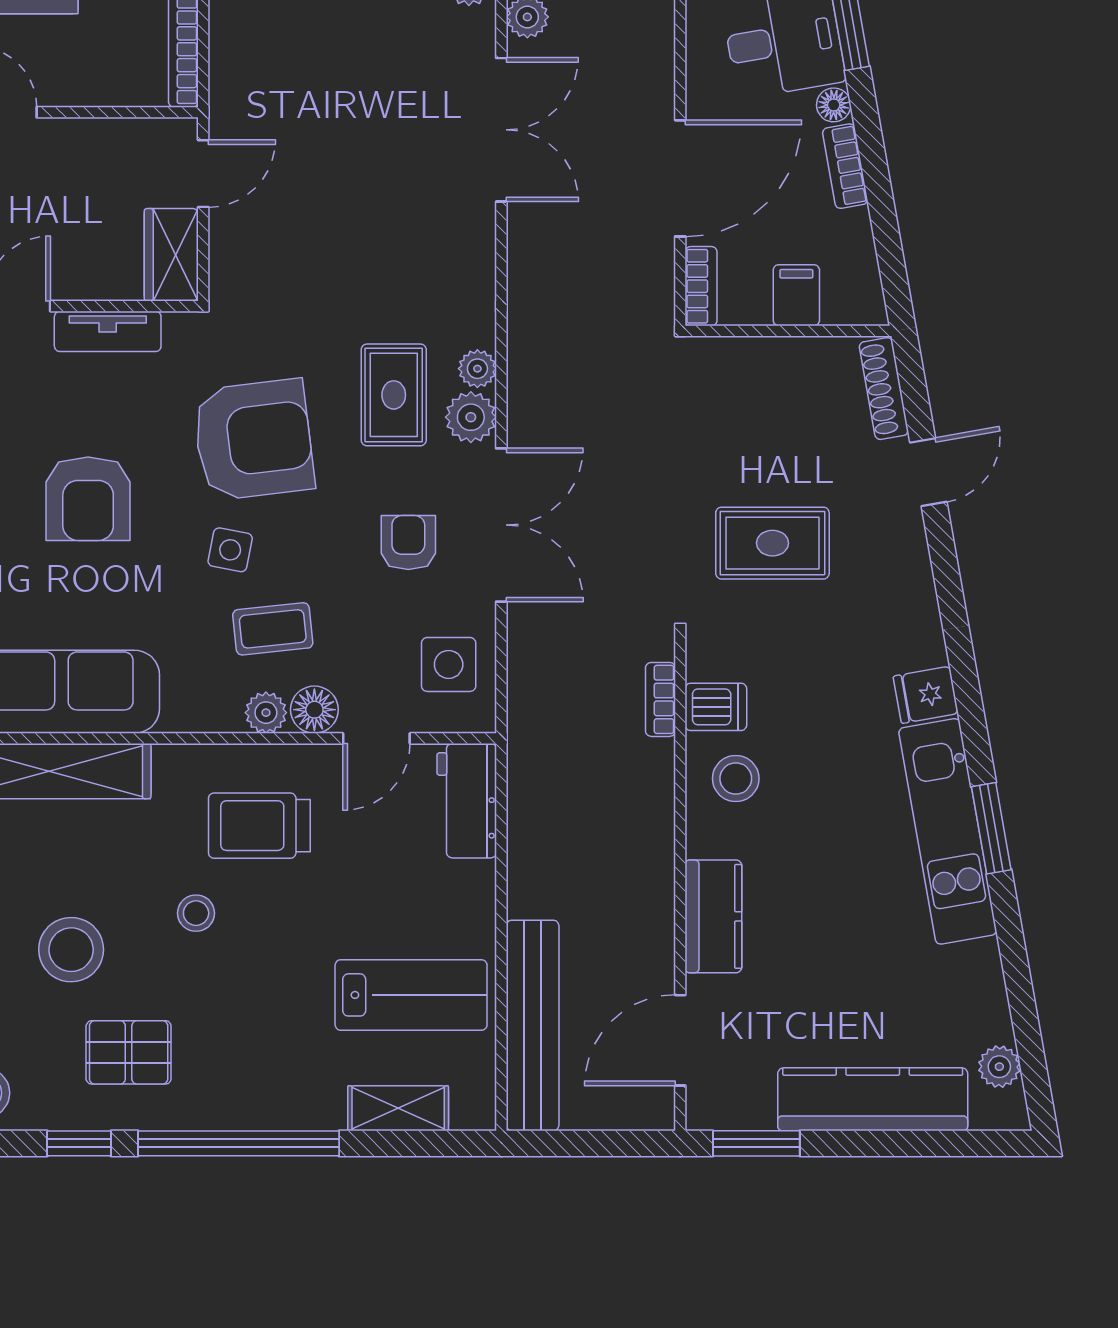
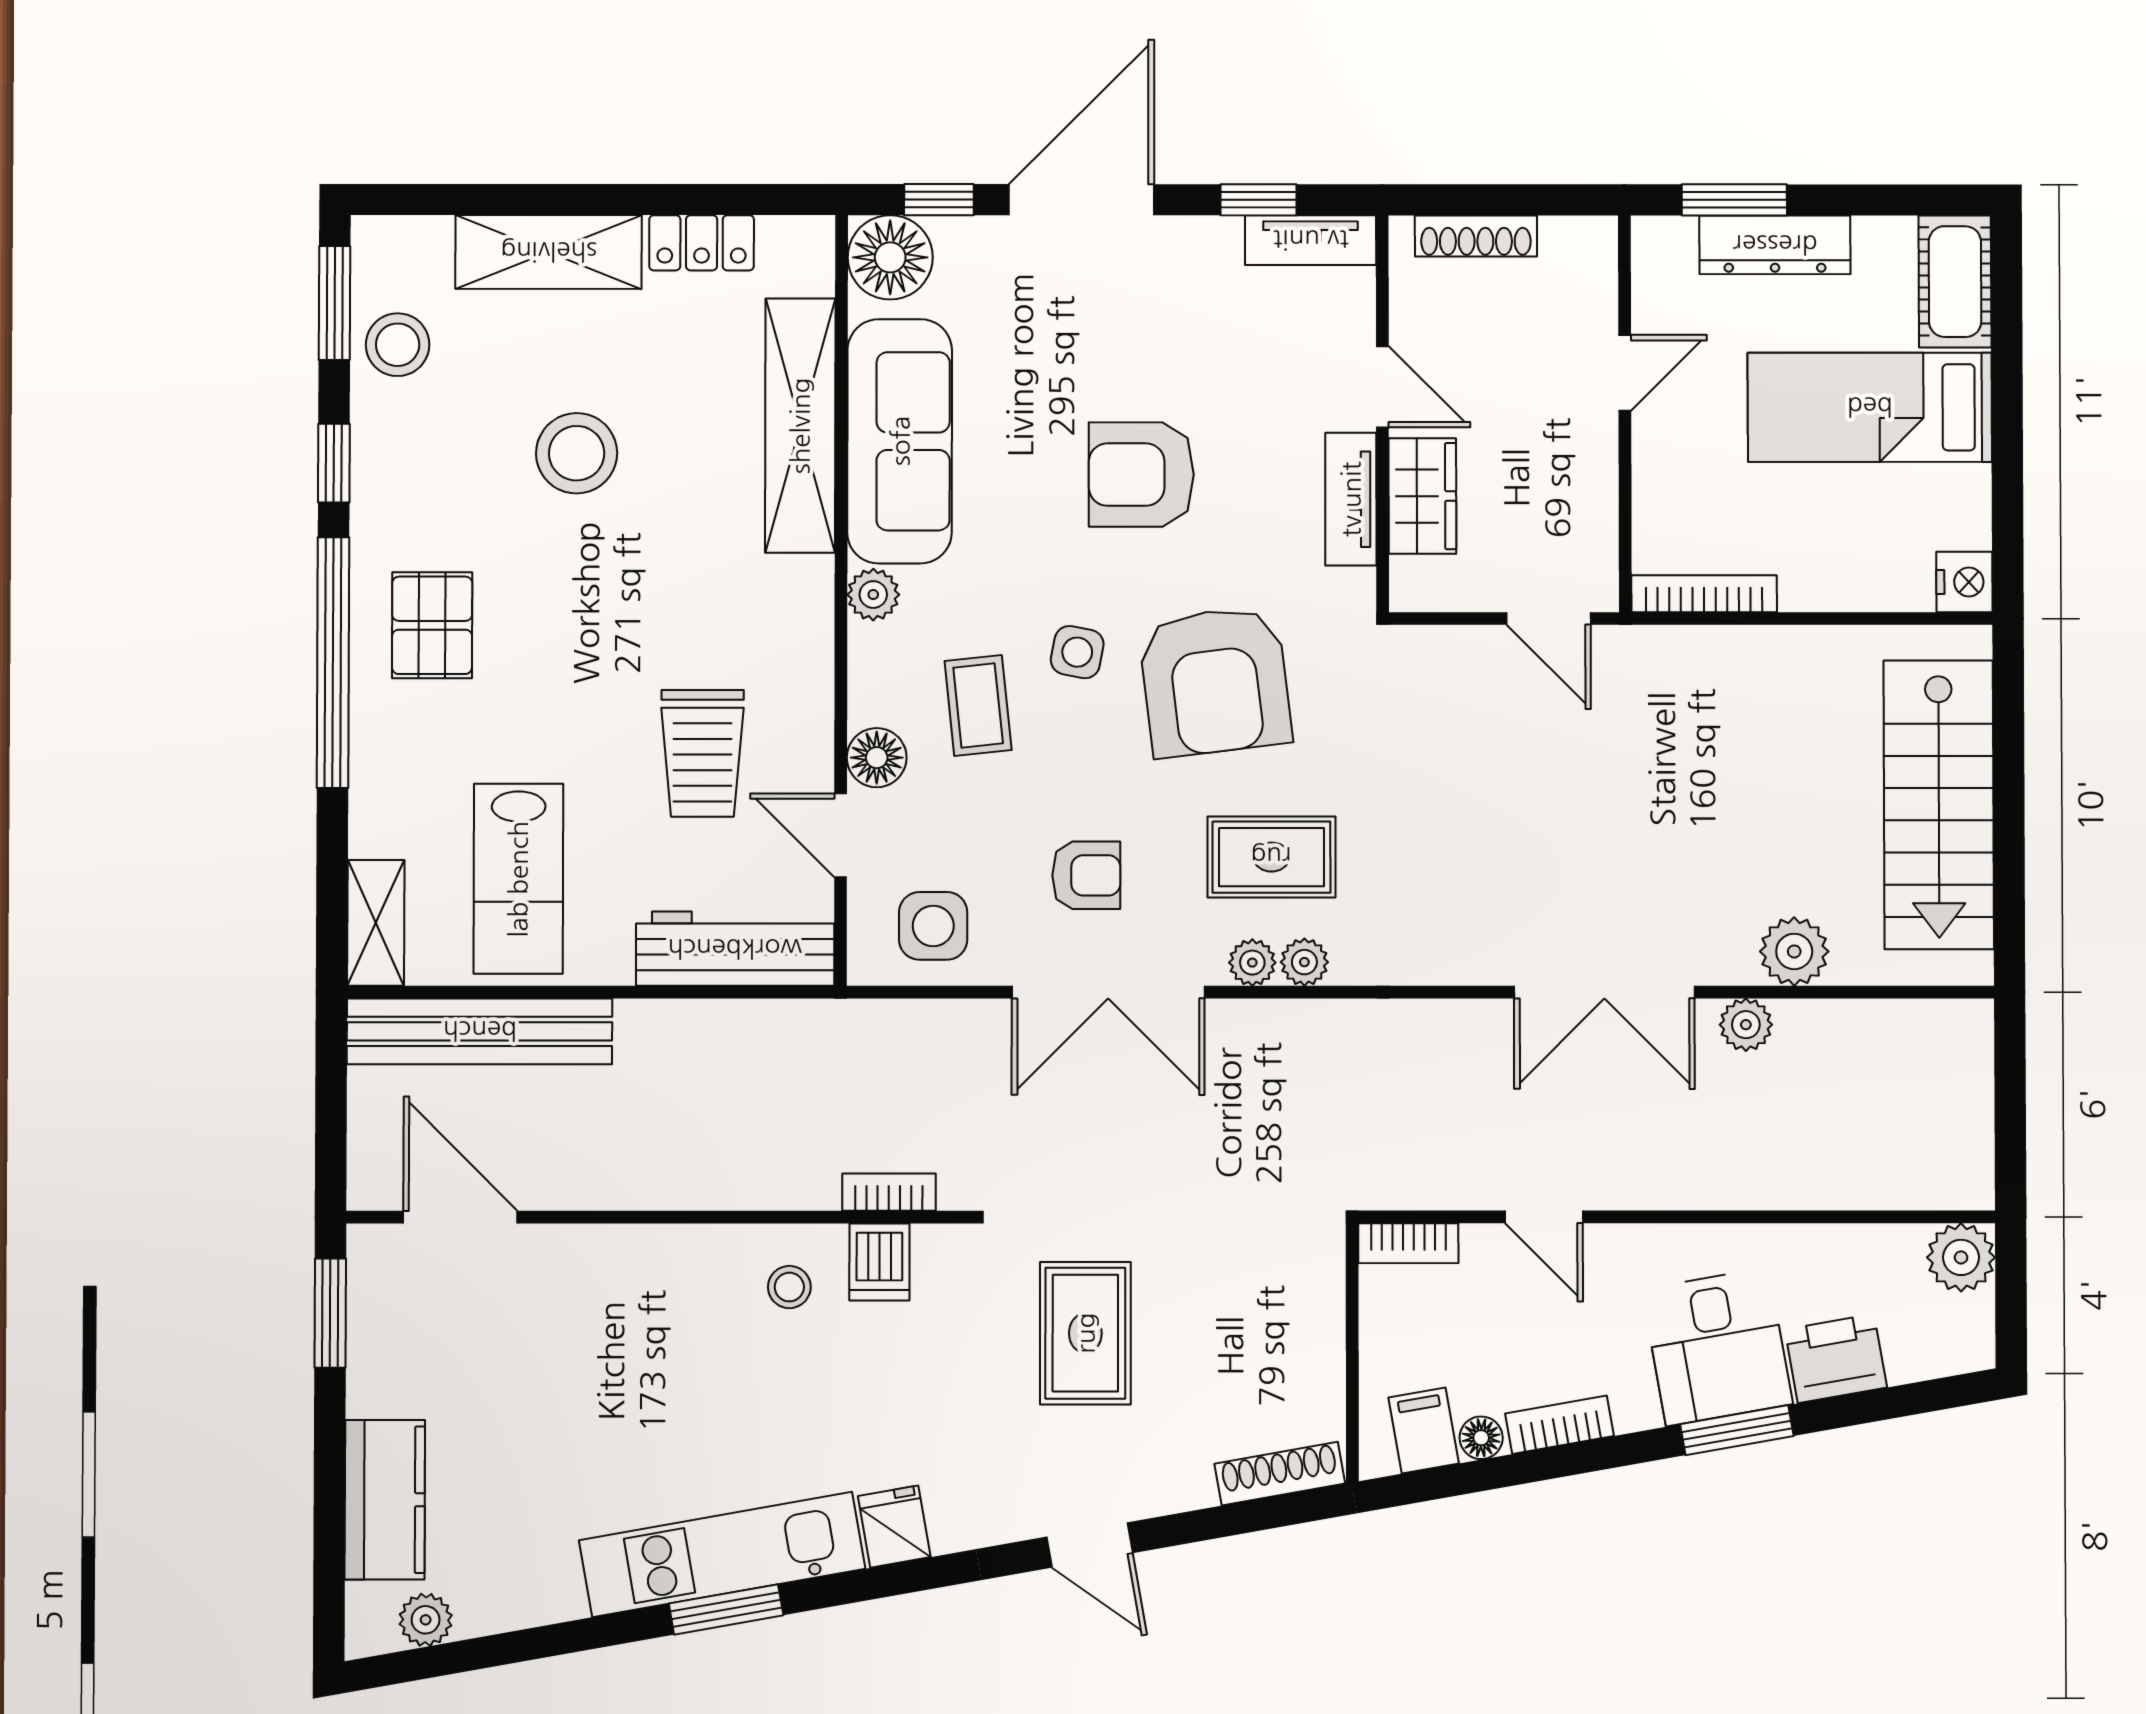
floor lamp: (834, 105) -> (1481, 1438), moved
door: (680, 178) -> (1544, 1217), width x0.53
wardrobe: (171, 255) -> (1422, 496), moved, turned 90
filing cabinet: (796, 295) -> (1424, 1430), moved, turned -100
plant: (471, 417) -> (1252, 963), width x0.73, depth x0.73
door: (928, 472) -> (1090, 1545), moved
plant: (266, 713) -> (873, 595), moved
stool: (736, 778) -> (789, 1287), width x0.73, depth x0.73
workbench: (467, 801) -> (735, 949), width x1.38
trolley: (259, 826) -> (702, 753), moved, turned 180
stool: (196, 913) -> (622, 609), removed
kitchen counter: (713, 916) -> (616, 1259), removed
pallet: (129, 1052) -> (432, 625), moved
kitchen counter: (873, 1099) -> (385, 1500), width x0.67
shelving: (398, 1108) -> (376, 923), moved

